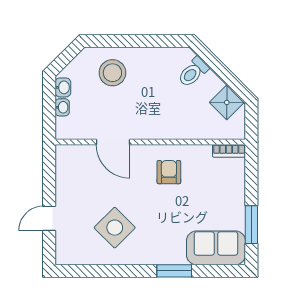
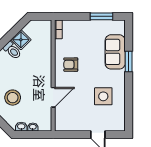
shower: (227, 102) -> (21, 40), moved
side table: (115, 228) -> (103, 96), turned 45
sofa: (216, 248) -> (115, 52), moved

